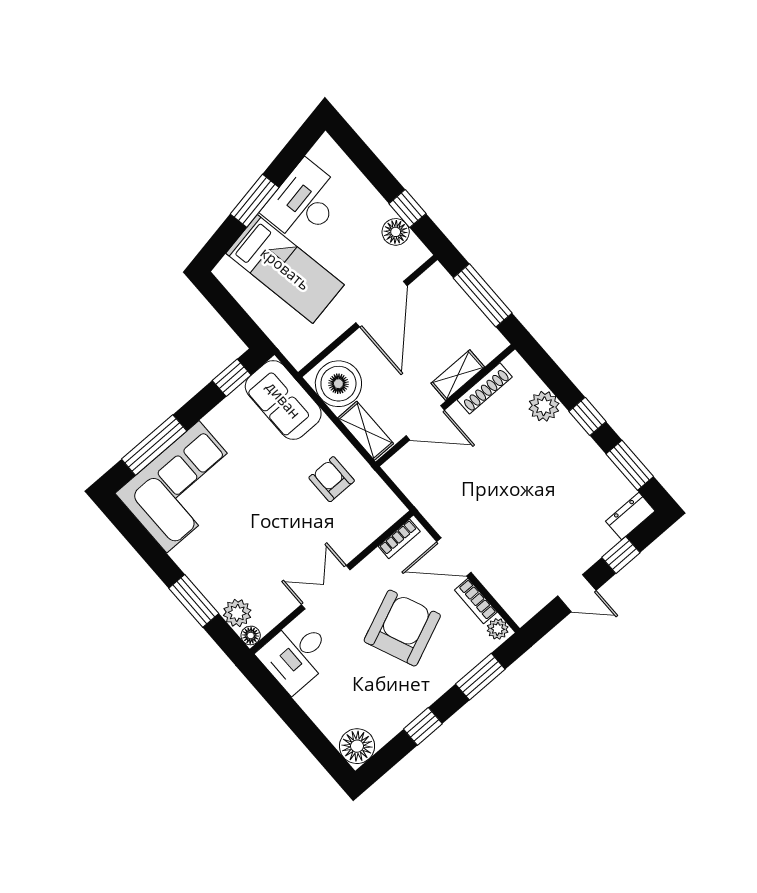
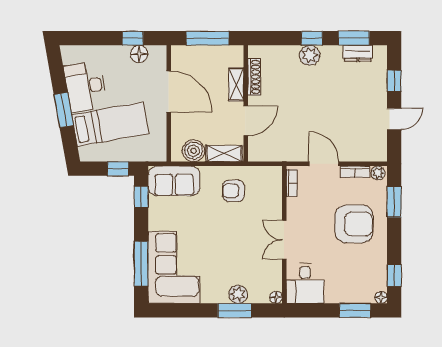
window: (241, 323) -> (118, 169), added
boiler: (338, 384) -> (194, 151), width x0.73, depth x0.73
plant: (544, 406) -> (310, 55), moved
dresser: (630, 516) -> (358, 53), moved, turned -90
door: (454, 557) -> (324, 164), swing flipped
plant: (237, 613) -> (238, 294), moved
armchair: (402, 628) -> (354, 224), moved, turned 113
window: (423, 726) -> (394, 275), moved
window: (315, 741) -> (355, 310), added
floor lamp: (357, 746) -> (381, 297), width x0.53, depth x0.53

